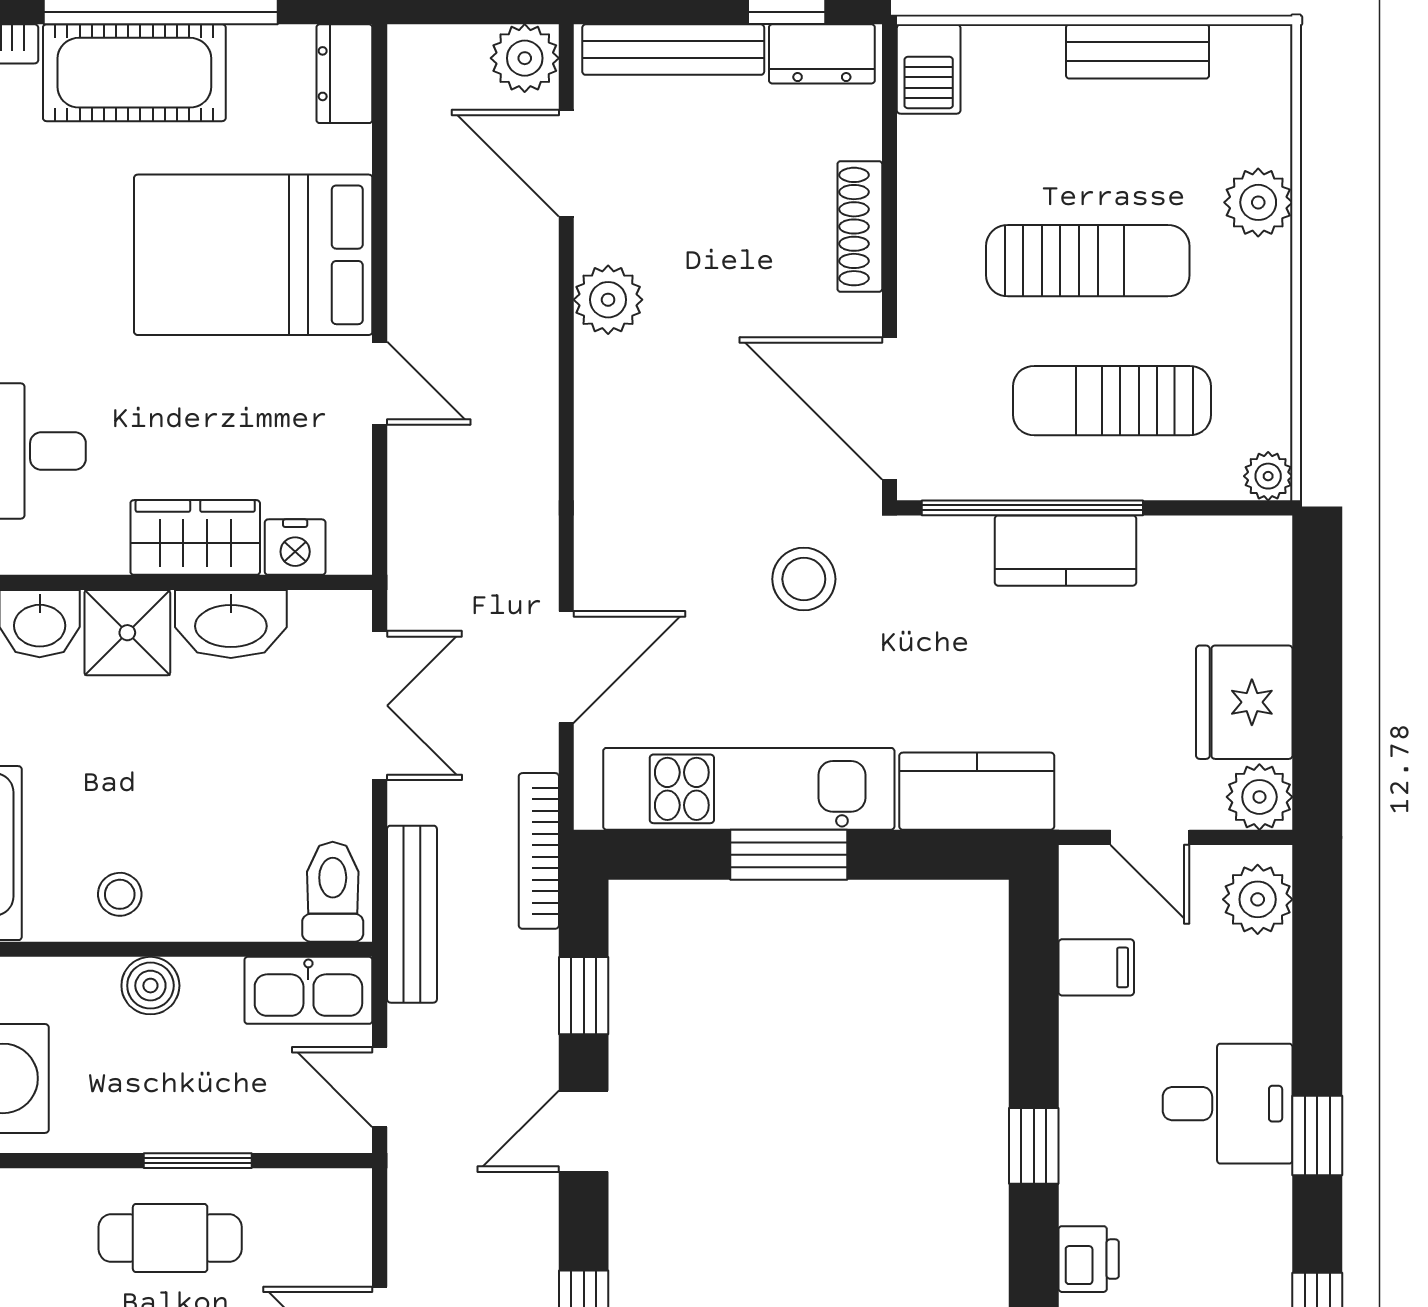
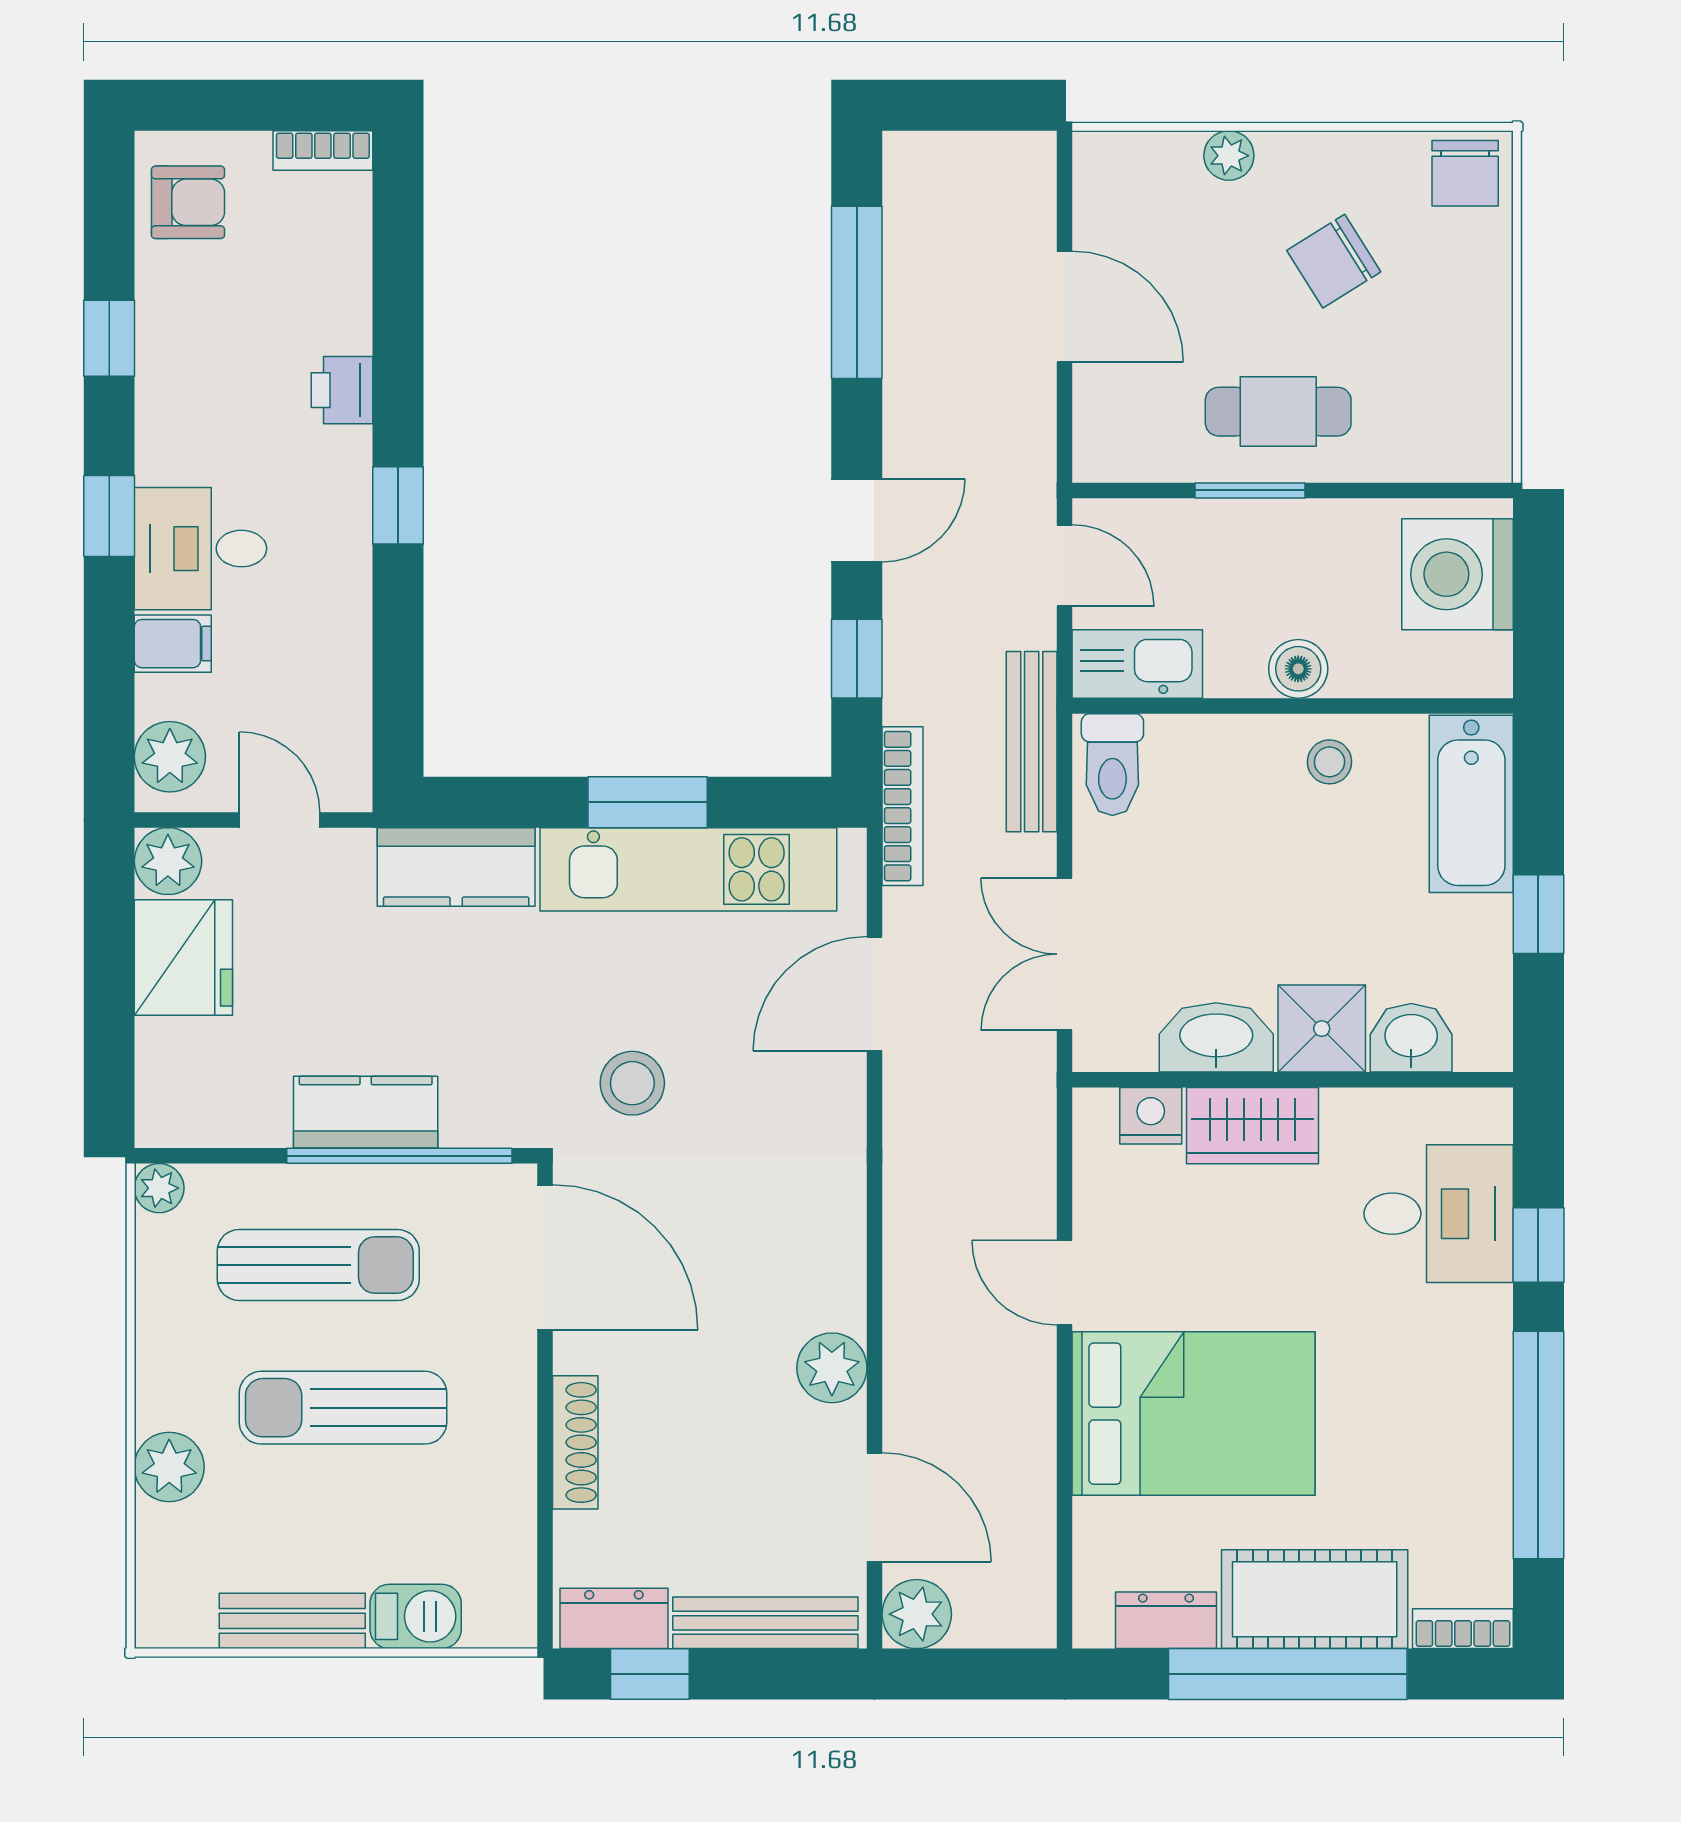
barbecue: (929, 69) -> (416, 1616), moved, turned 90
dresser: (344, 74) -> (1166, 1620), moved, turned -90
filing cabinet: (1096, 967) -> (173, 644), moved, turned 180

